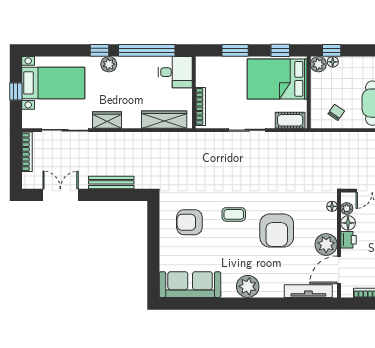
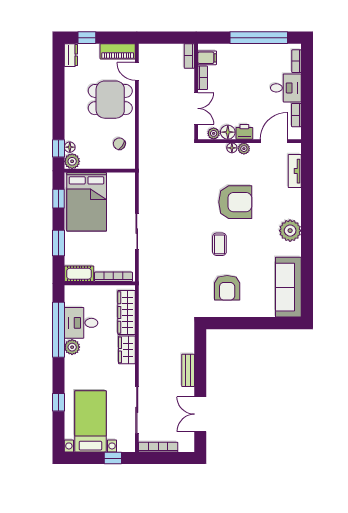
window: (100, 50) -> (59, 402), moved
plant: (109, 64) -> (72, 347), moved
desk: (175, 72) -> (81, 323), moved, turned -90
window: (16, 91) -> (113, 458), moved
wardrobe: (107, 120) -> (127, 350), moved
cot: (290, 120) -> (79, 274), moved, turned 90
bench: (111, 182) -> (188, 370), width x0.73
floor lamp: (332, 206) -> (232, 148), moved
plant: (326, 244) -> (244, 149), width x0.53, depth x0.53
door: (339, 270) -> (274, 141), swing flipped
tv unit: (308, 291) -> (295, 171), width x0.71

